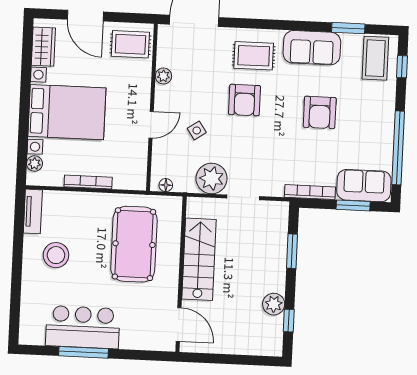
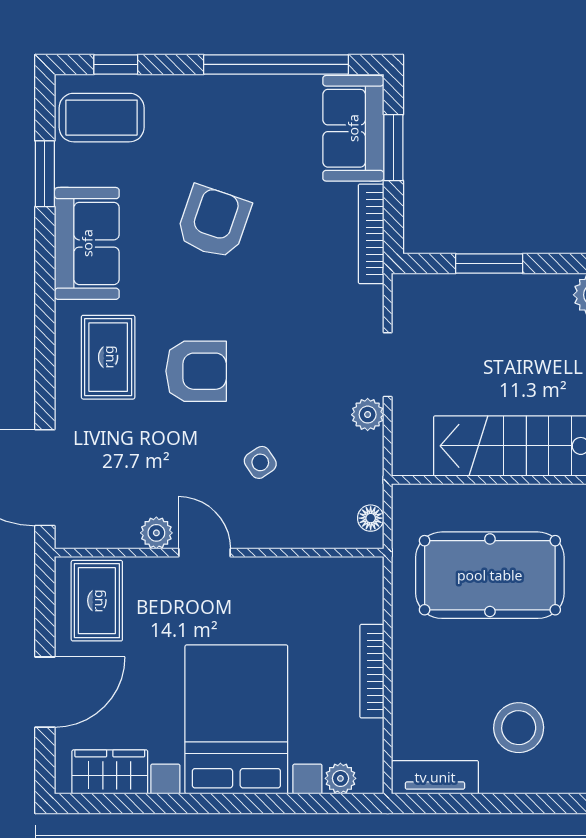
armchair: (320, 112) -> (213, 222), turned -71
door: (151, 125) -> (204, 553), moved
plant: (212, 178) -> (368, 415), width x0.53, depth x0.53

